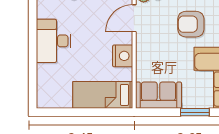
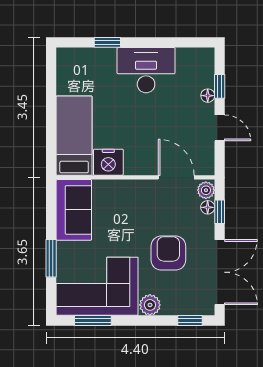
nightstand: (123, 56) -> (108, 162), moved
window: (33, 70) -> (107, 42), added

